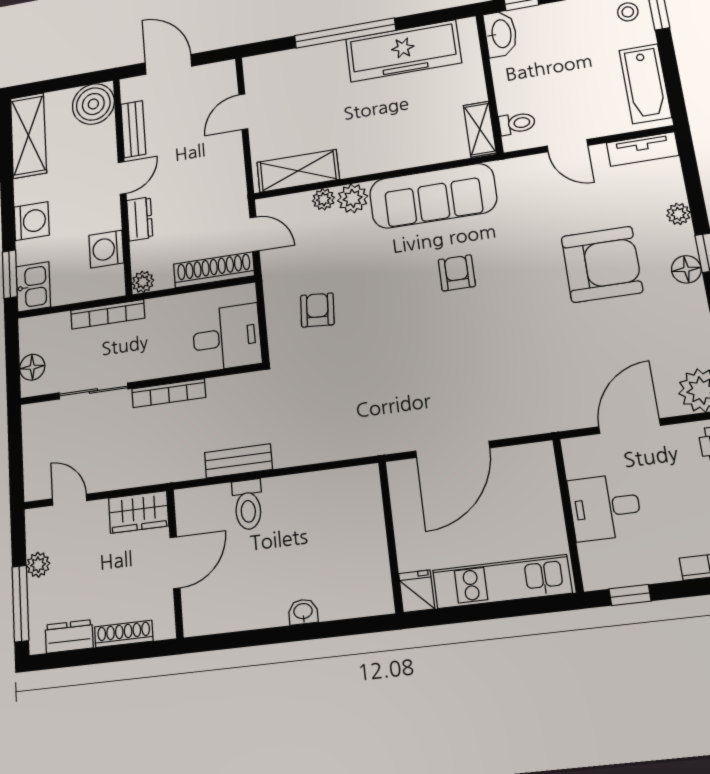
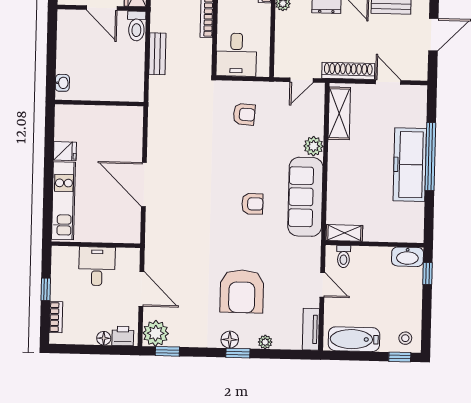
freezer: (403, 51) -> (410, 165), moved
door: (567, 146) -> (322, 285), swing flipped
plant: (324, 199) -> (317, 127), removed
shoe rack: (214, 270) -> (348, 71), moved, turned -90
toilet: (248, 505) -> (137, 26), moved, turned -90
wall: (390, 536) -> (99, 103), moved
window: (630, 595) -> (46, 289), moved

